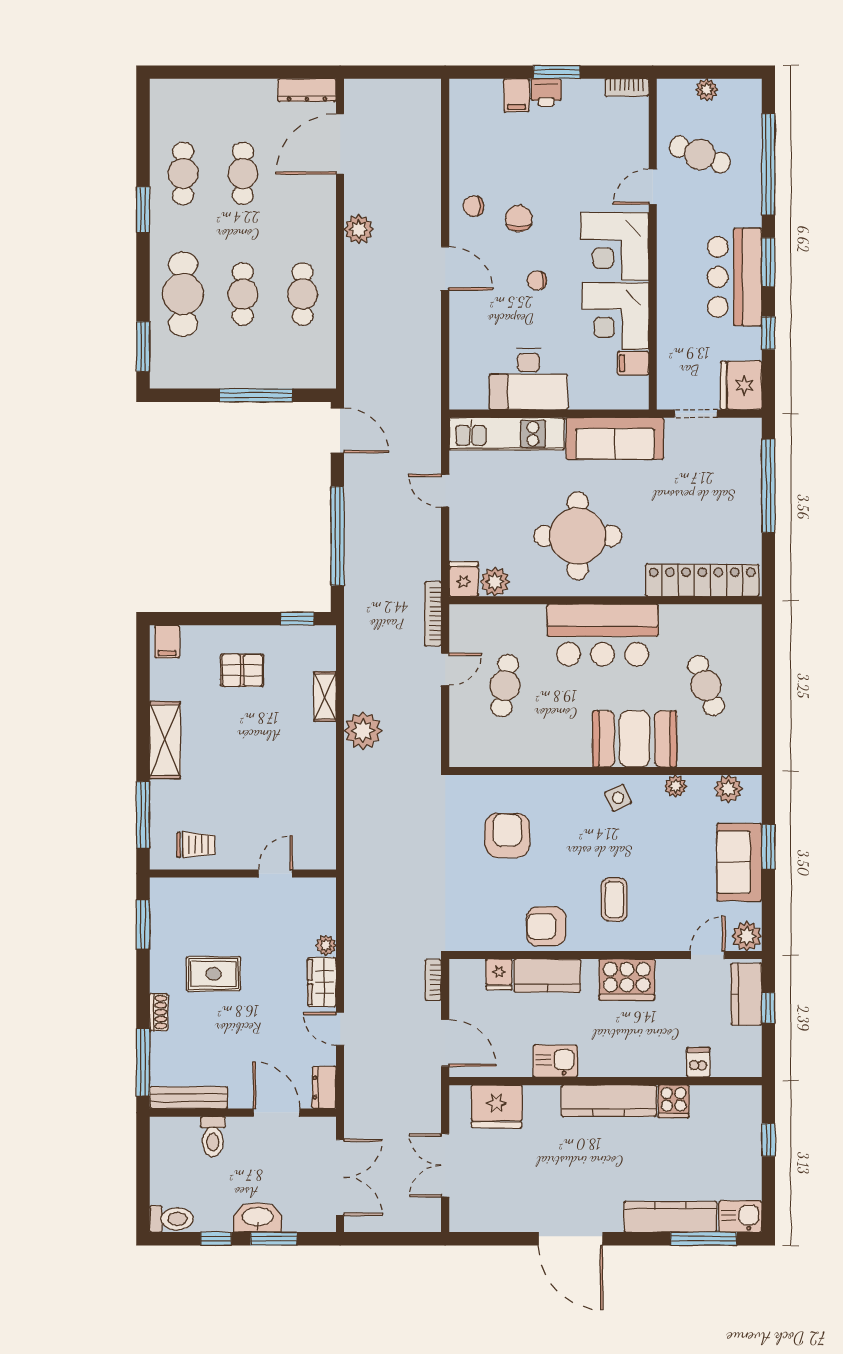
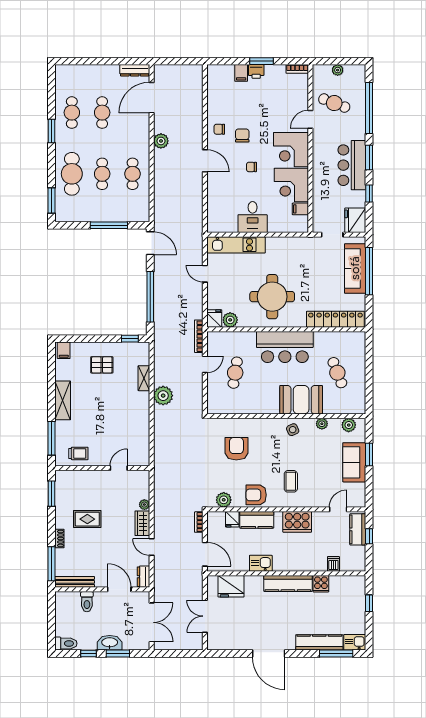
desk: (528, 379) -> (253, 217), width x0.73
sofa: (615, 438) -> (355, 268), moved, turned 90
plant: (747, 936) -> (224, 500), moved

